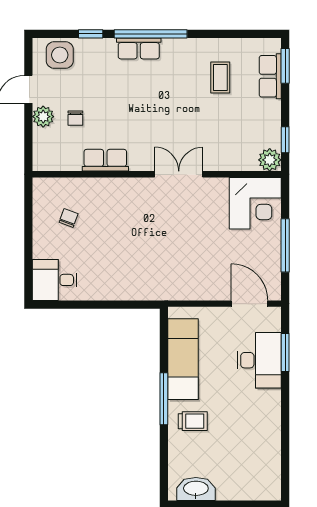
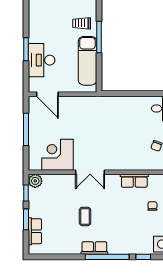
row of seats: (139, 48) -> (94, 248), moved
window: (285, 66) -> (26, 219), moved
coffee table: (220, 78) -> (85, 216), moved
corner desk: (255, 203) -> (58, 155), moved
window: (285, 352) -> (26, 49), moved

